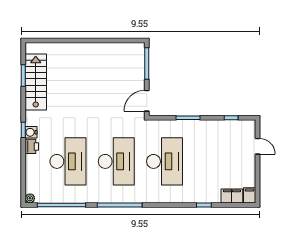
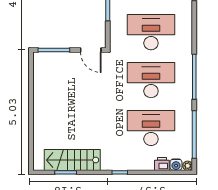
water cooler: (31, 132) -> (176, 165), moved
printer: (32, 146) -> (162, 164), moved

